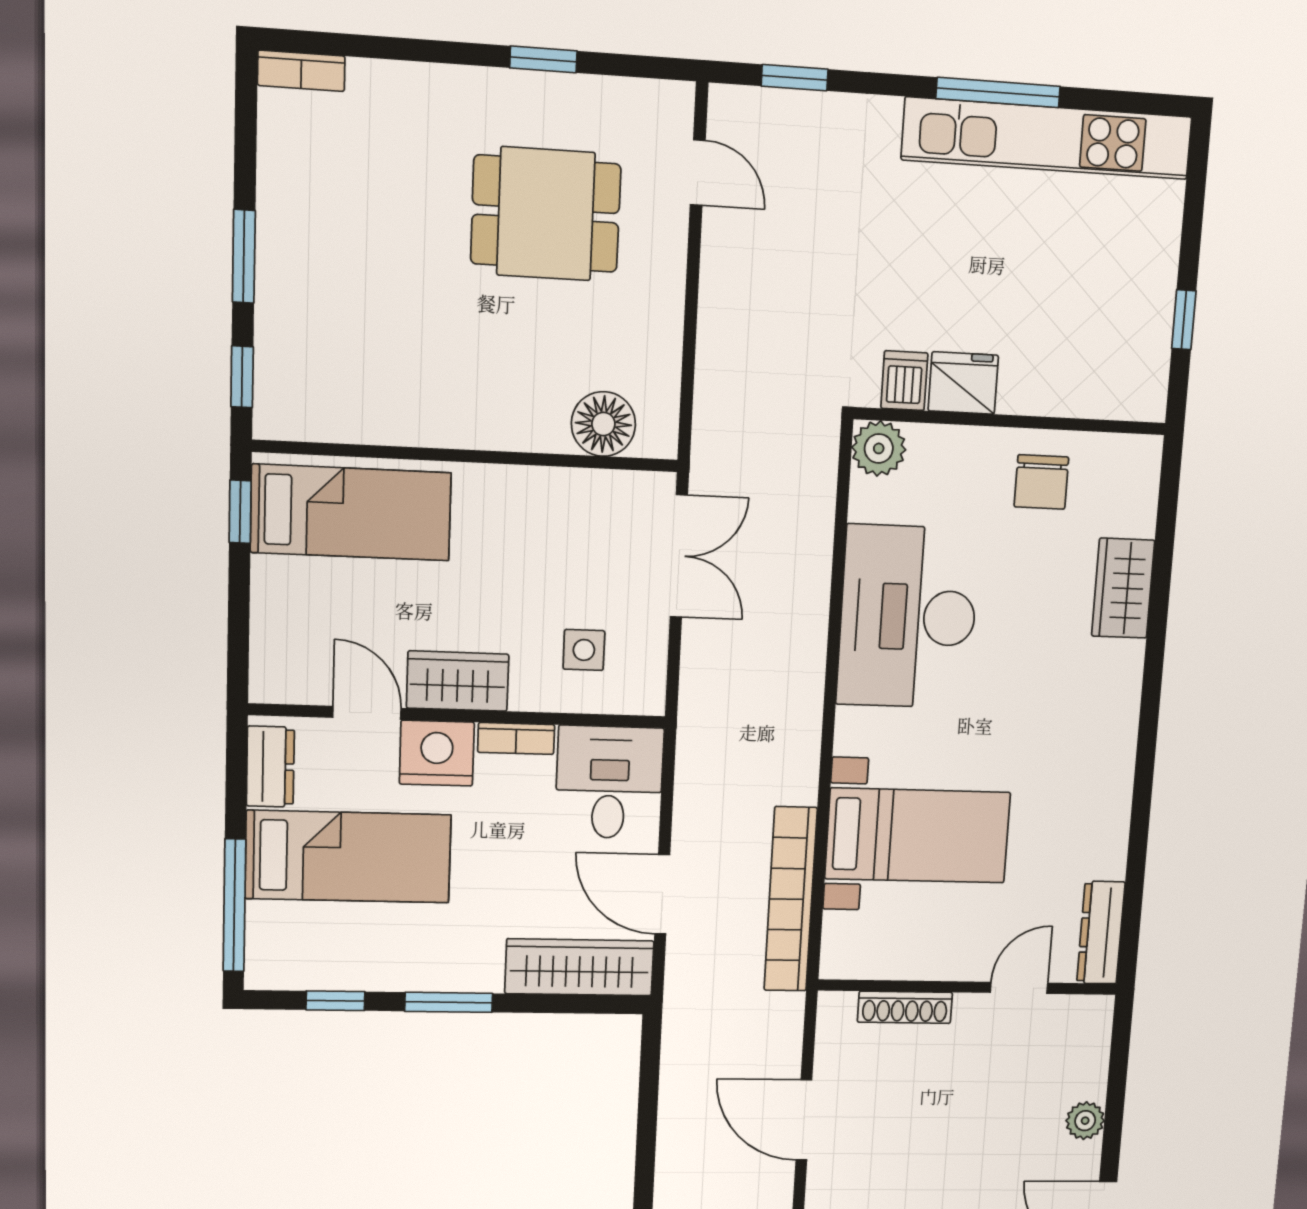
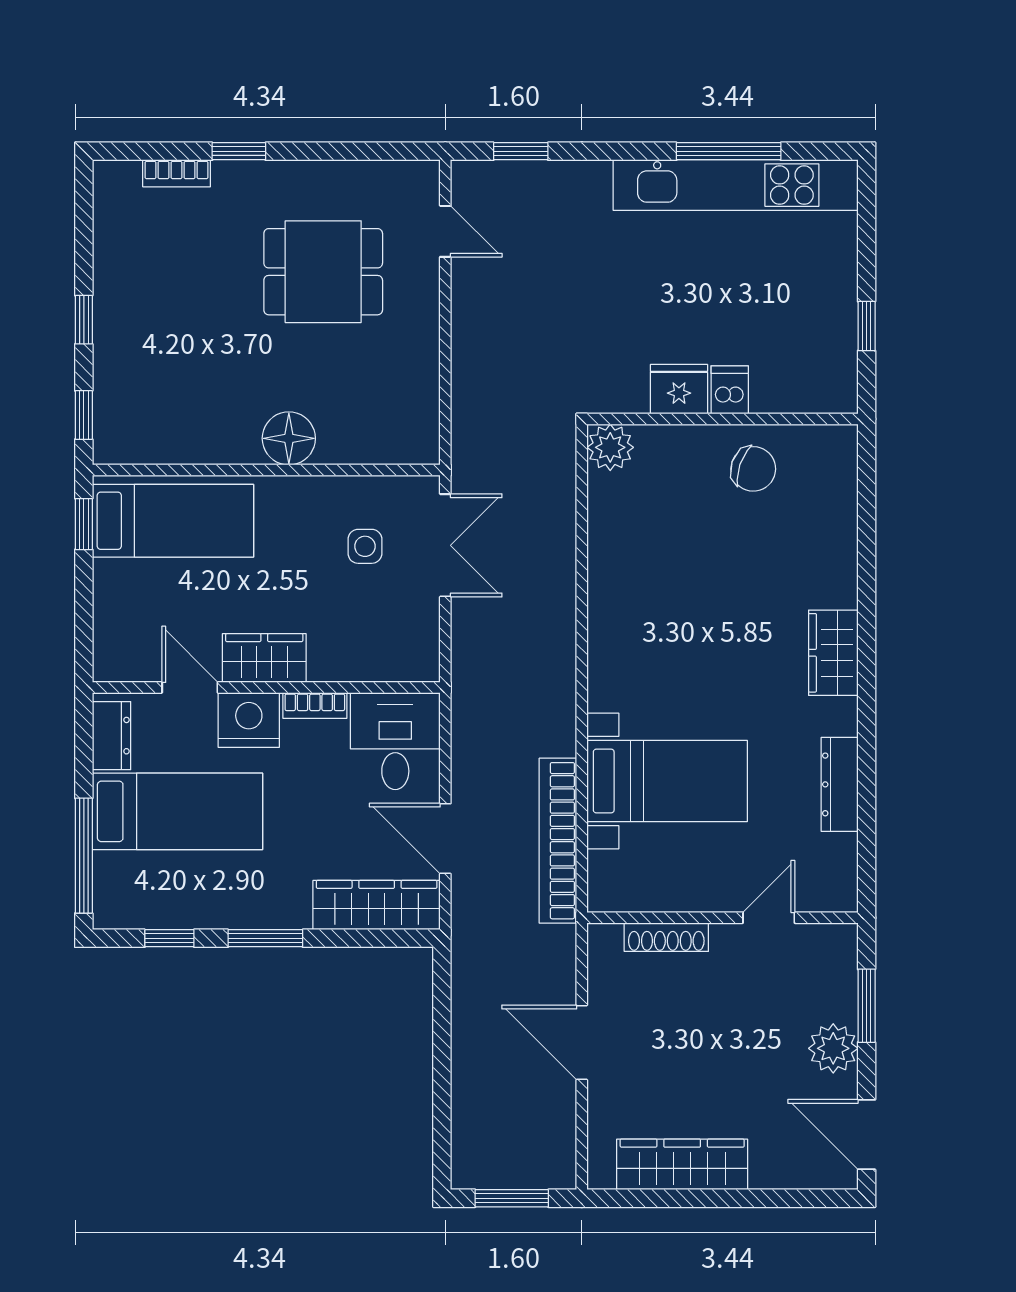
window: (543, 59) -> (239, 151), moved
bookcase: (301, 71) -> (177, 173), moved
window: (998, 92) -> (729, 151), moved
window: (244, 256) -> (84, 320), width x0.67
dishwasher: (904, 381) -> (730, 390), moved
floor lamp: (603, 424) -> (289, 438), moved
chair: (1041, 482) -> (753, 469), turned -71
wardrobe: (1123, 588) -> (833, 653), moved
desk: (908, 617) -> (645, 589), removed
side table: (584, 650) -> (365, 546), moved
dresser: (1101, 933) -> (840, 784), moved
window: (1117, 1083) -> (867, 1006), added
plant: (1085, 1121) -> (833, 1048), width x1.38, depth x1.38

